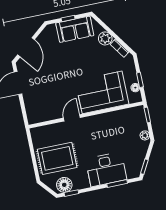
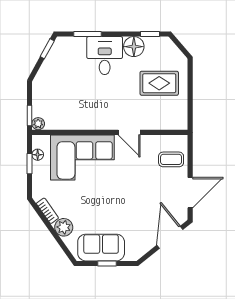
coffee table: (37, 104) -> (171, 159), added
door: (72, 118) -> (129, 132), hinge flipped
plant: (145, 135) -> (38, 124), moved
rug: (57, 158) -> (159, 83), width x0.73, depth x0.70
desk: (106, 169) -> (105, 56), width x0.73
floor lamp: (64, 185) -> (134, 47), moved

